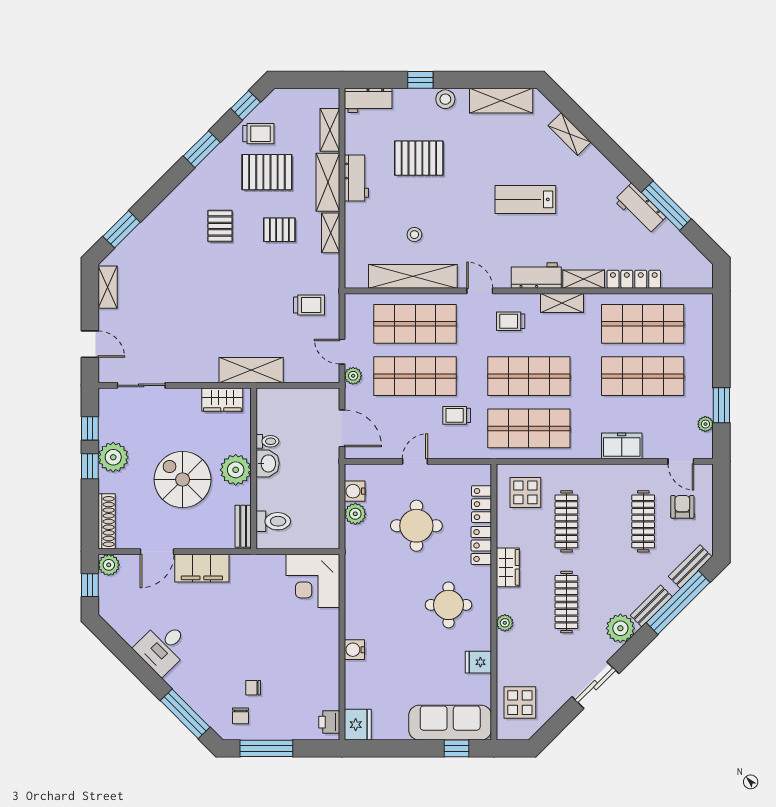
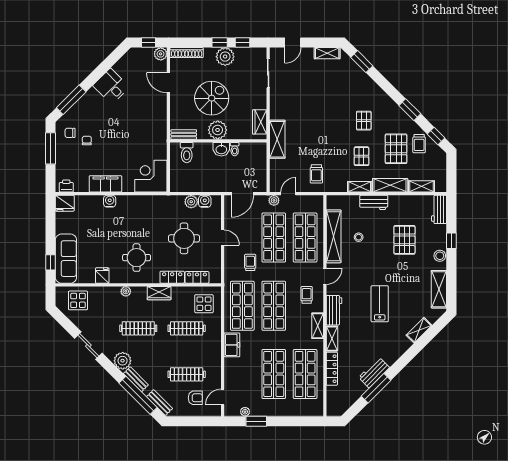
workbench: (356, 178) -> (374, 202), moved
pallet: (220, 226) -> (364, 121), turned 90
freezer: (622, 446) -> (232, 345), moved
filing cabinet: (202, 568) -> (105, 184), moved, turned 90

